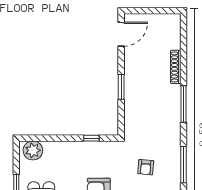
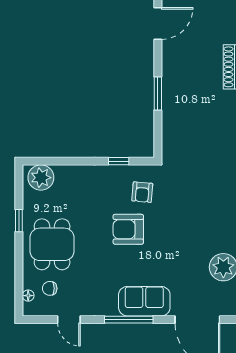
armchair: (146, 167) -> (142, 192), moved

